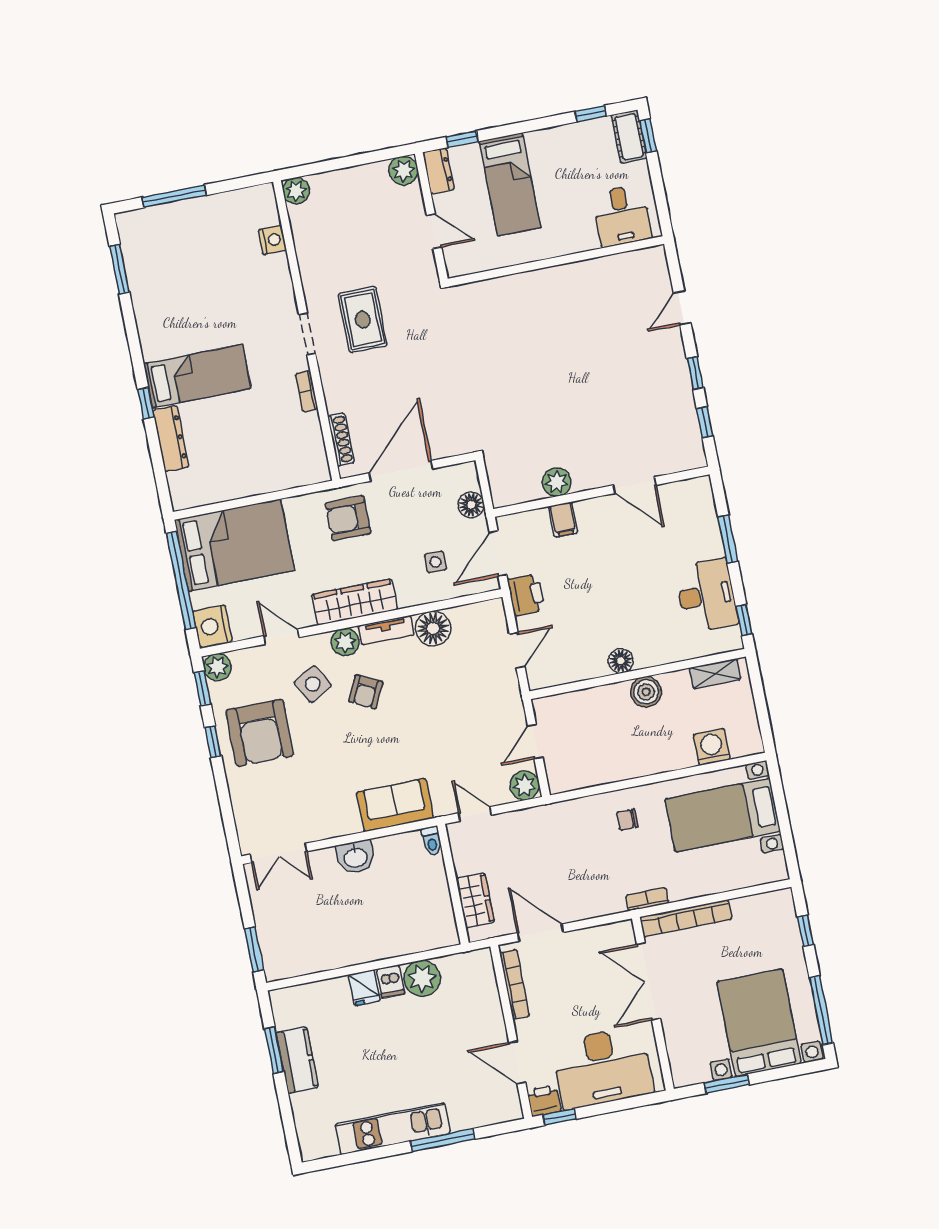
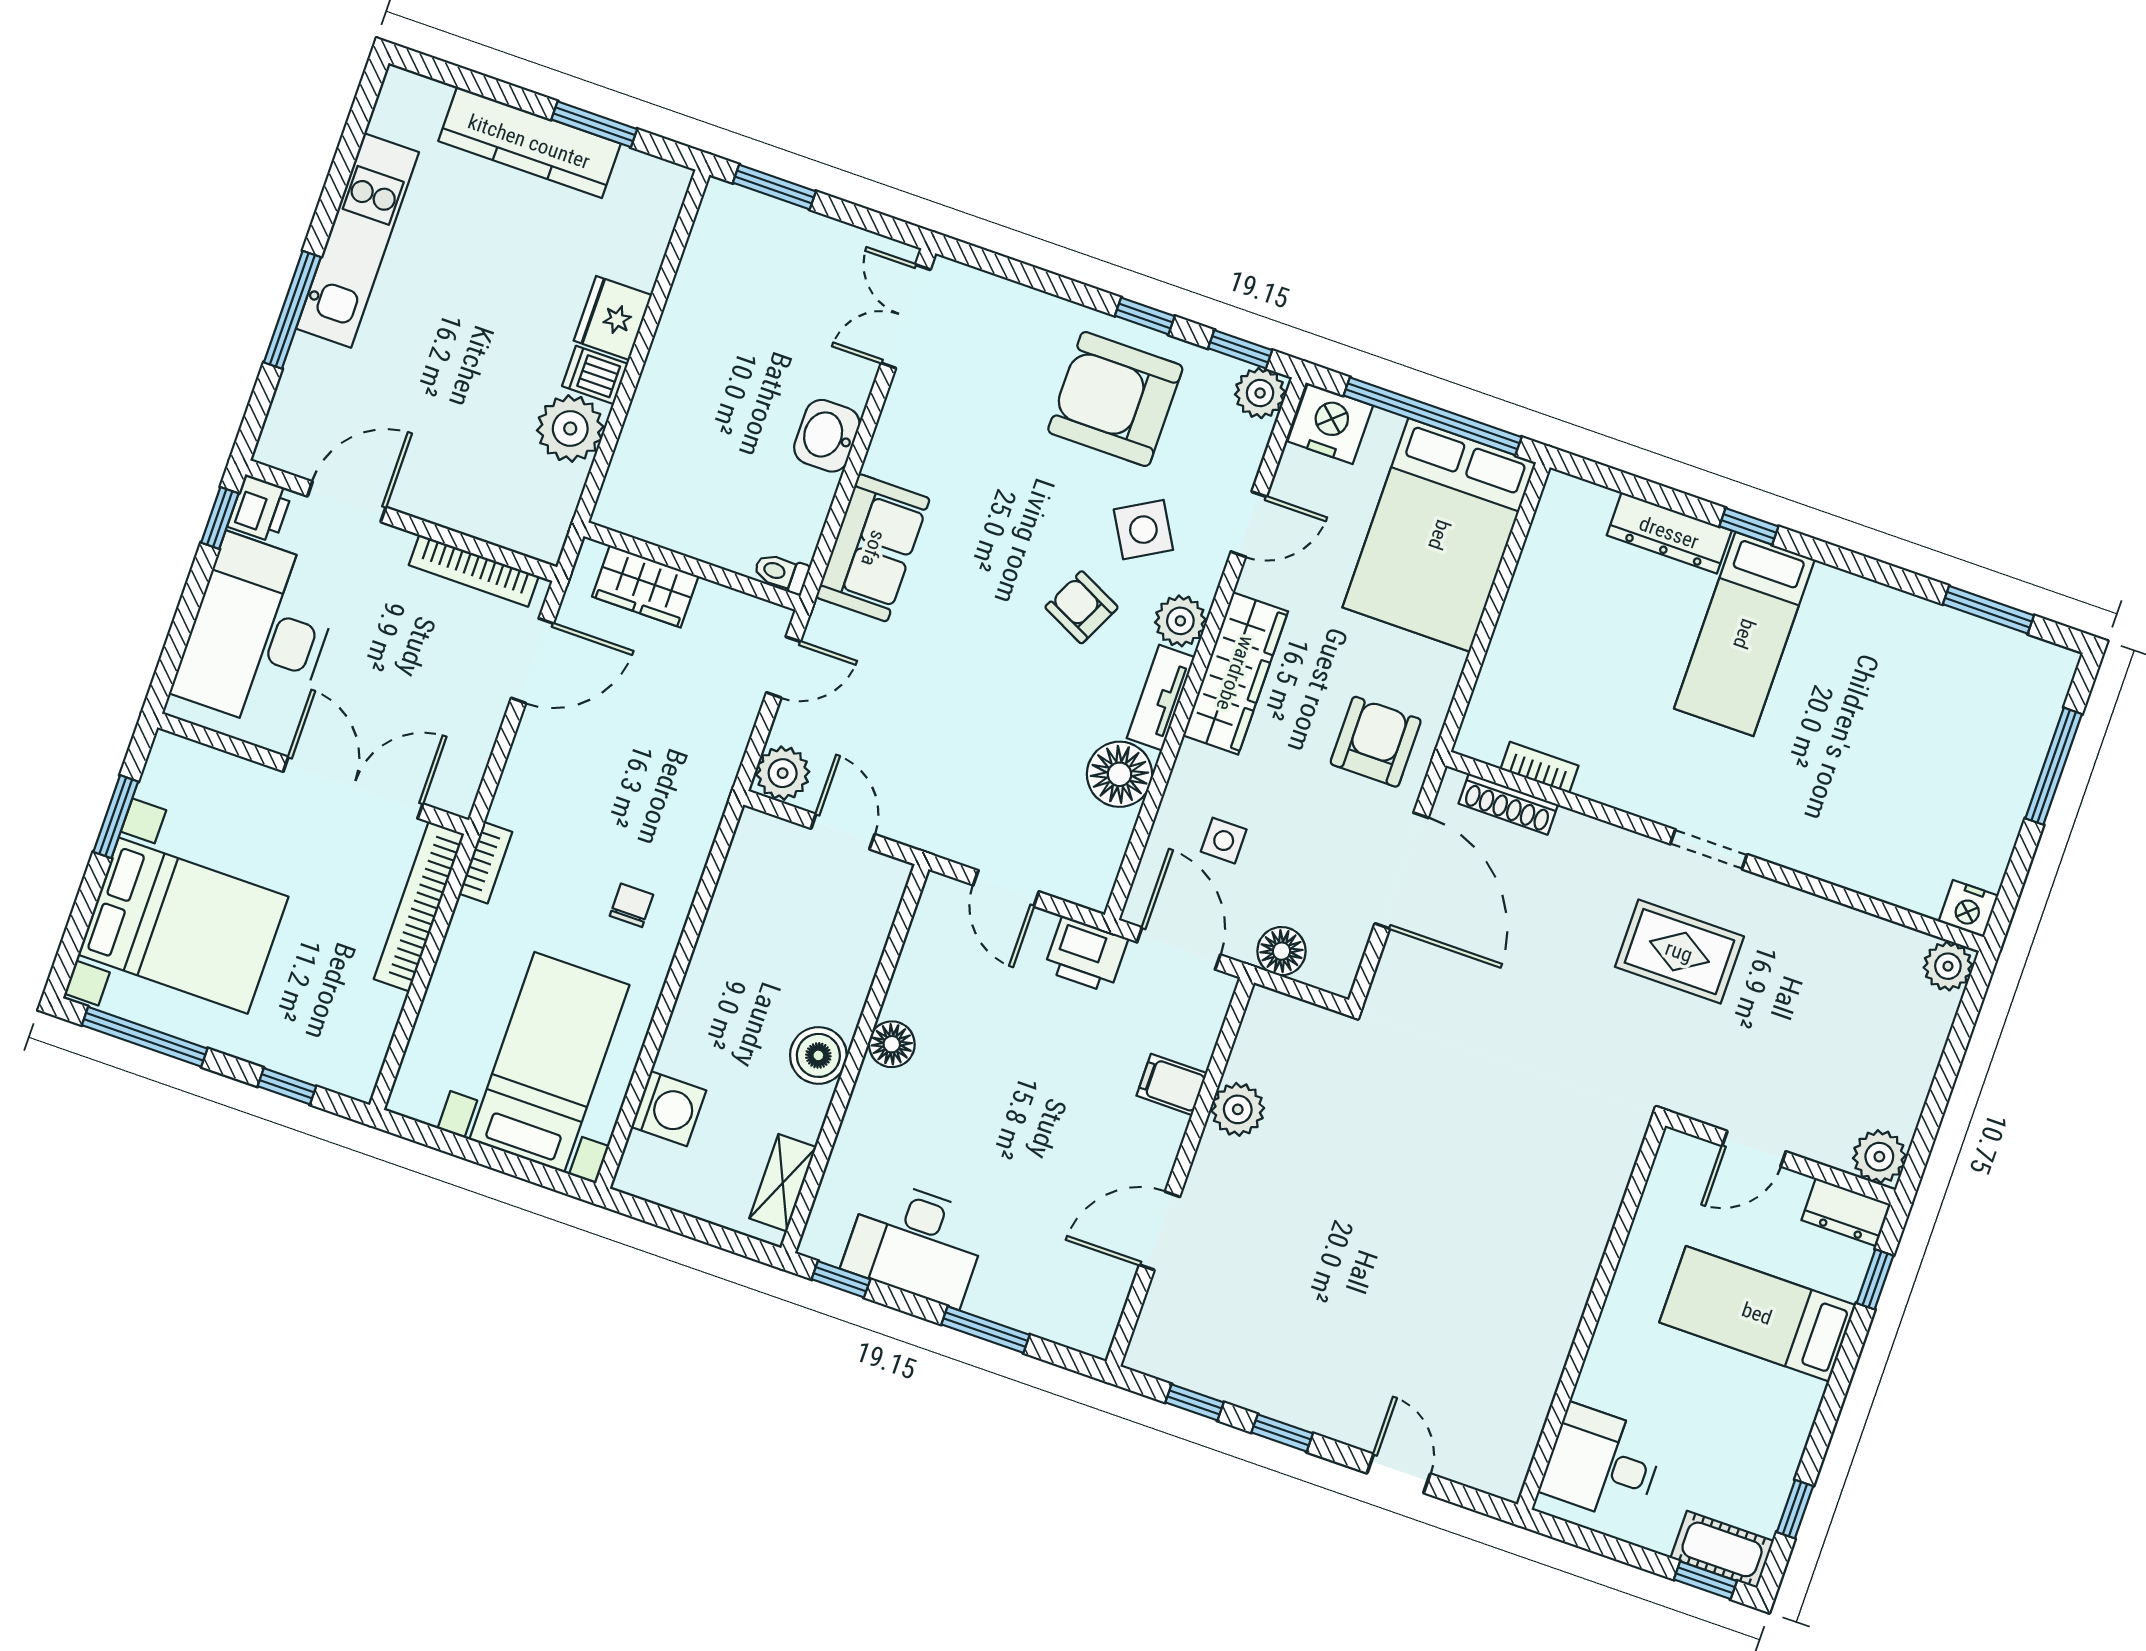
nightstand: (272, 240) -> (1968, 909), moved
bookcase: (307, 391) -> (1539, 767), moved
fridge: (364, 988) -> (613, 318), width x1.38
kitchen counter: (297, 1060) -> (529, 142), width x1.50

